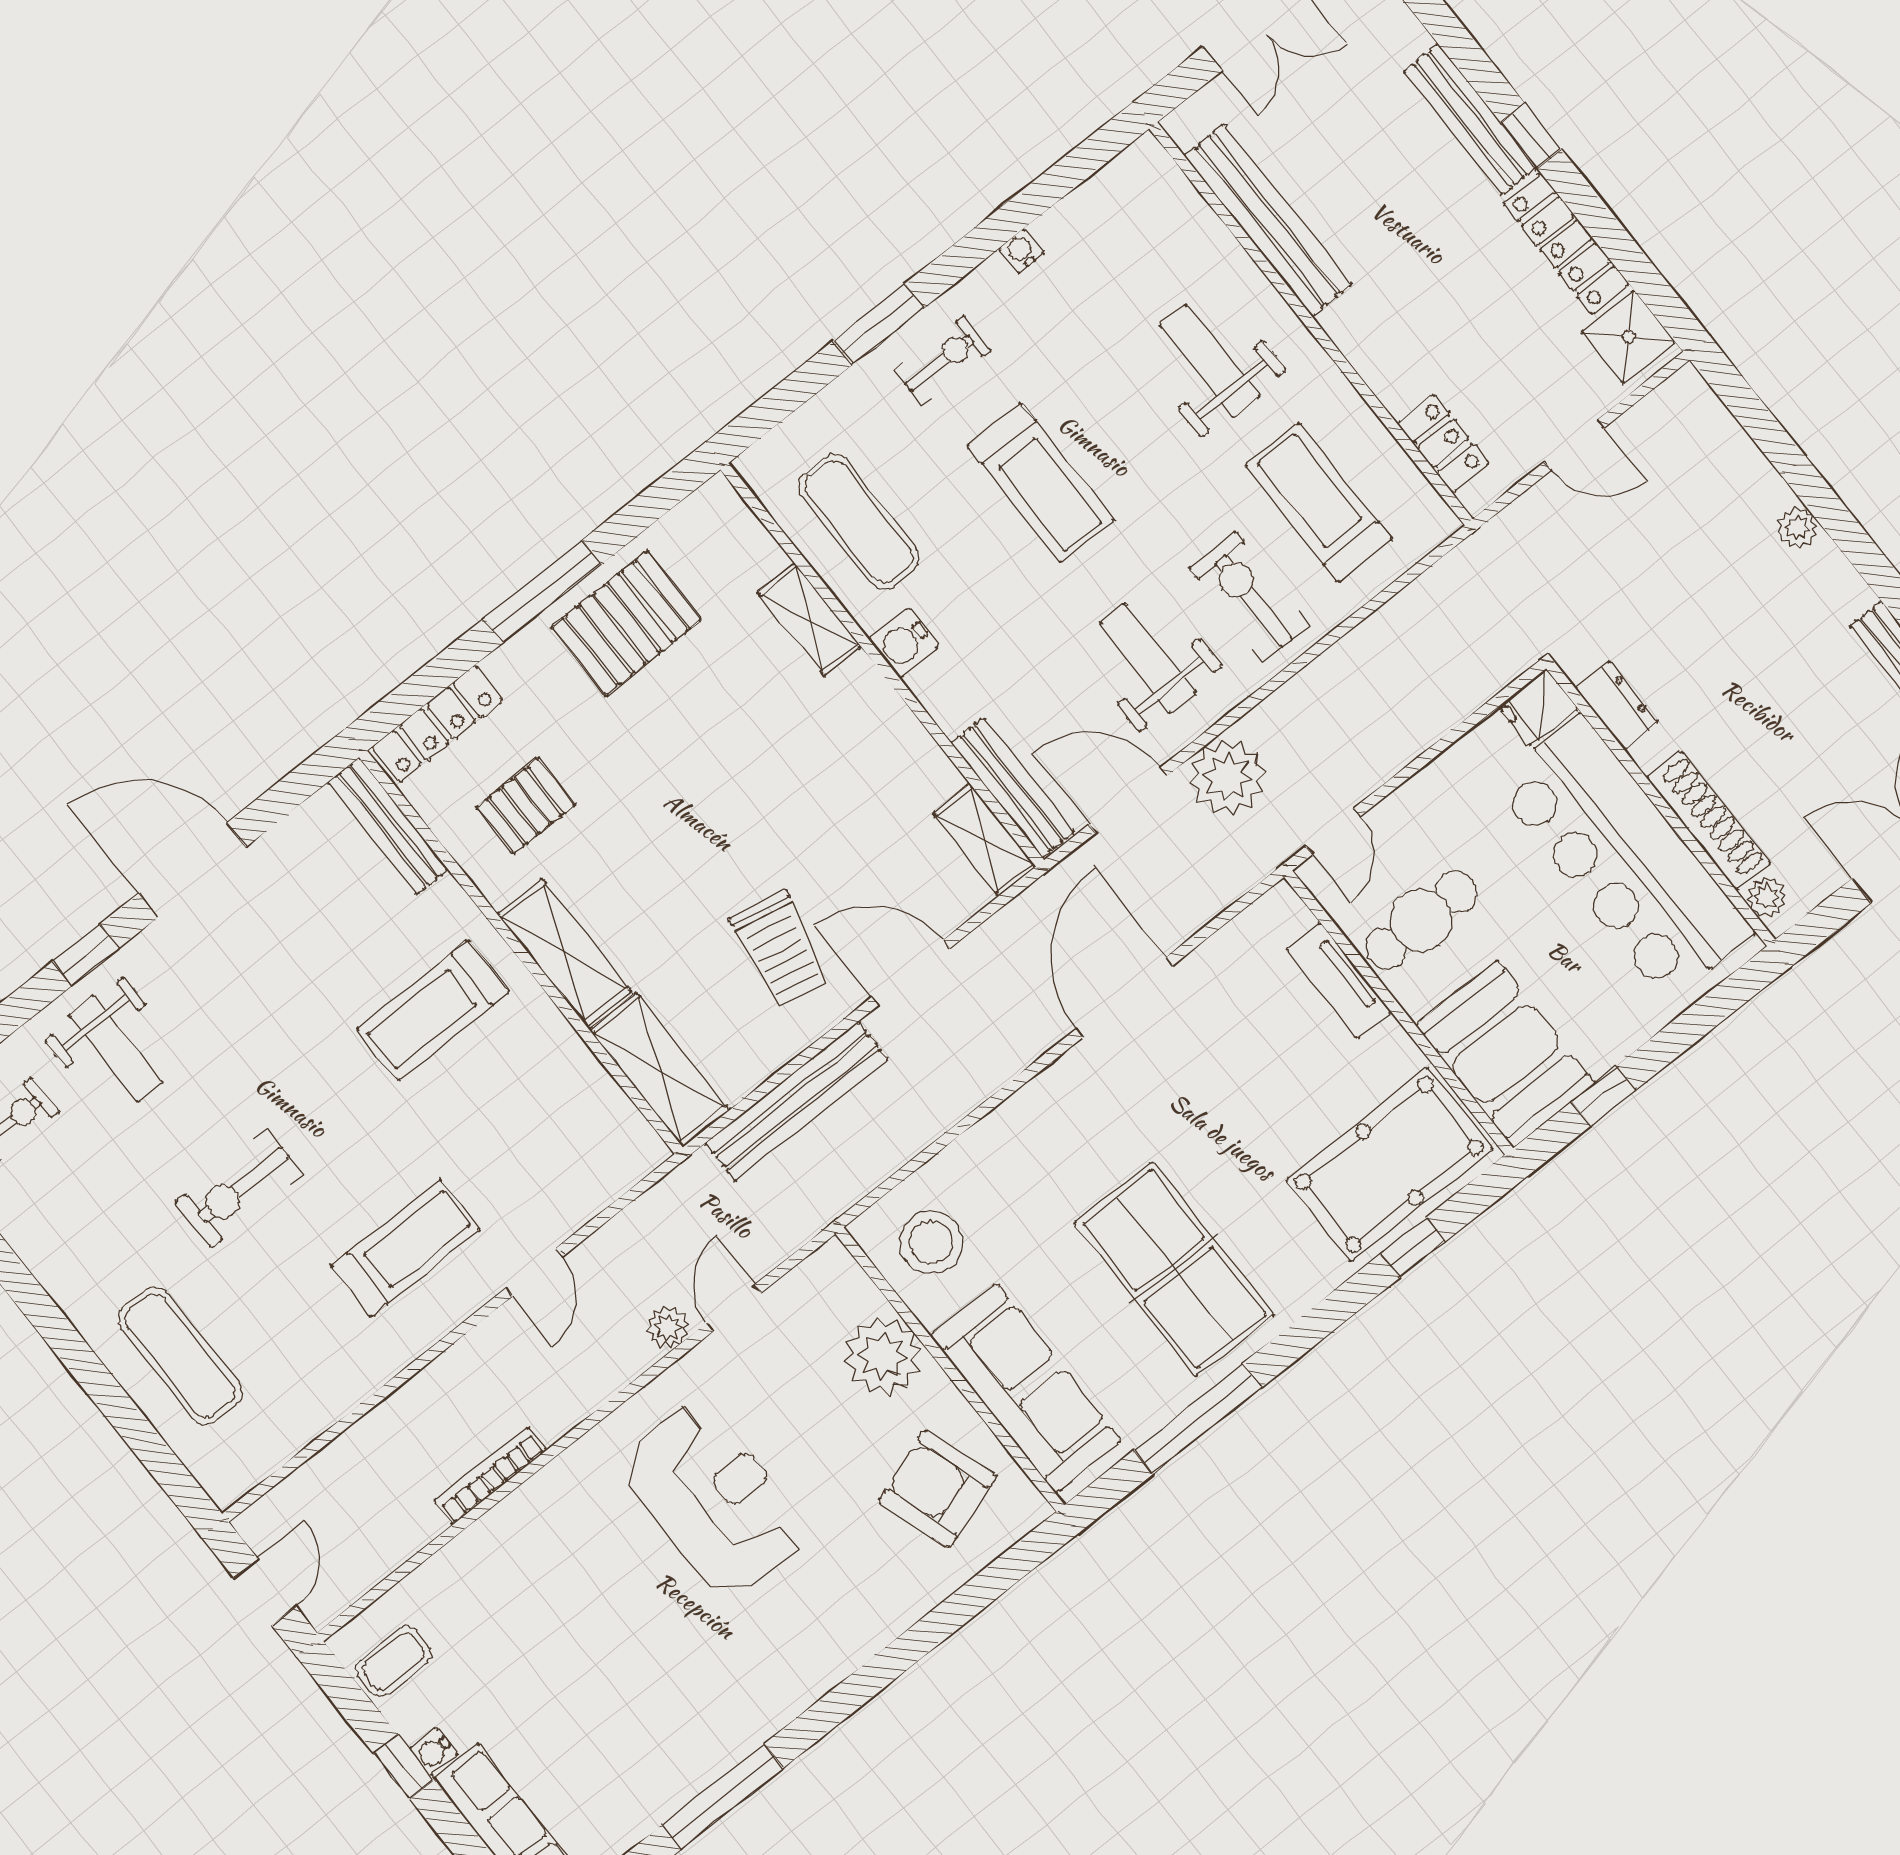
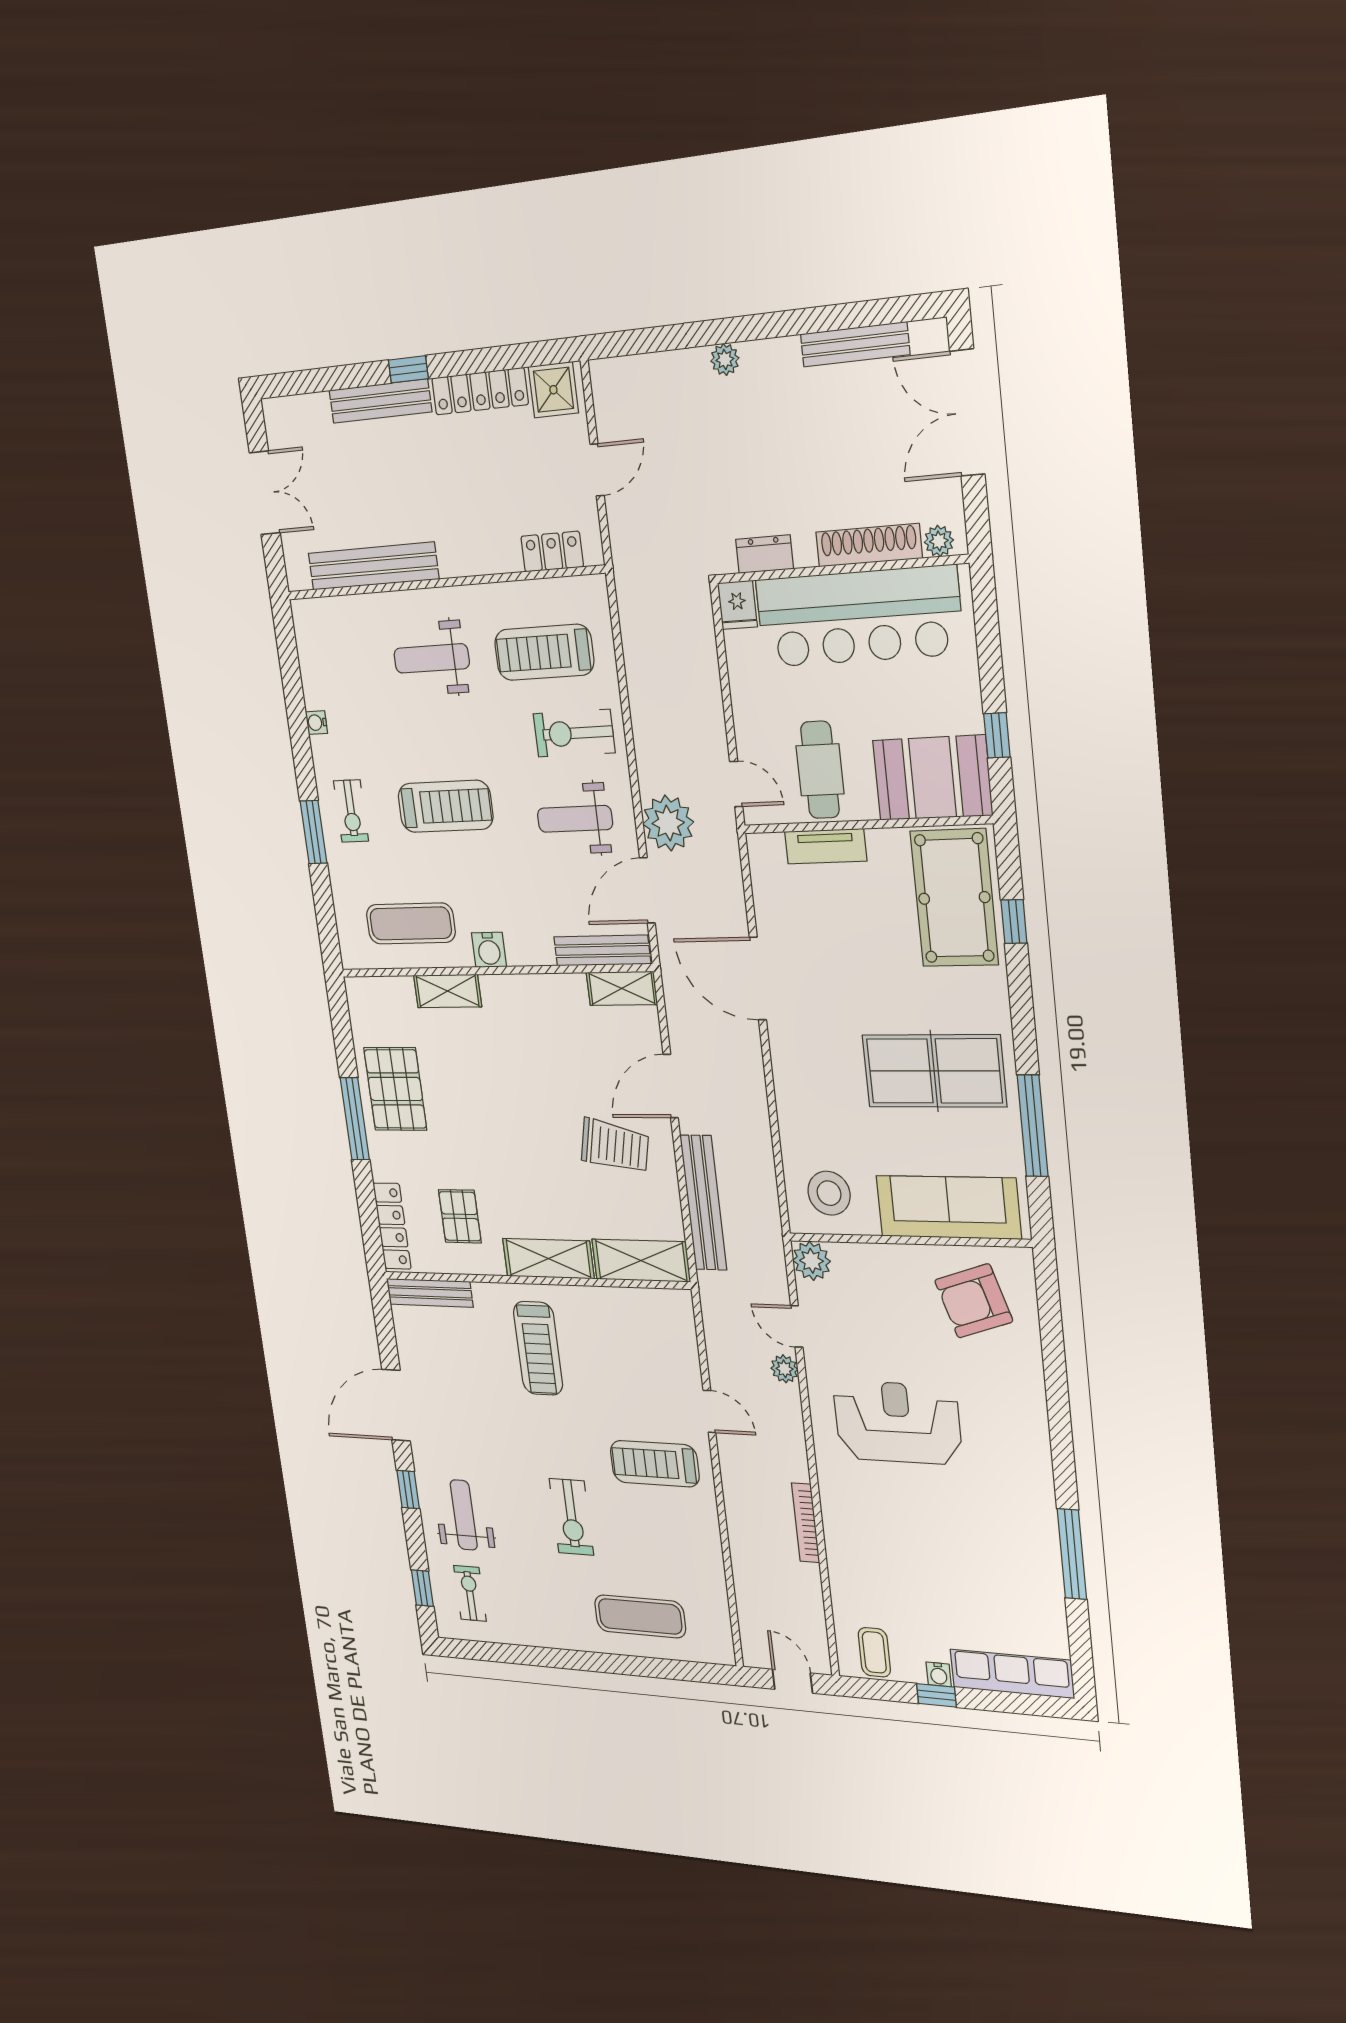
exercise bike: (943, 360) -> (351, 811), turned 180
weight bench: (116, 1049) -> (464, 1515), turned -90
treadmill: (406, 1248) -> (655, 1464), turned -90
plant: (883, 1356) -> (812, 1261), moved, width x0.73, depth x0.73

